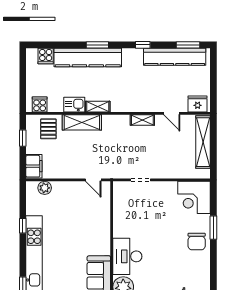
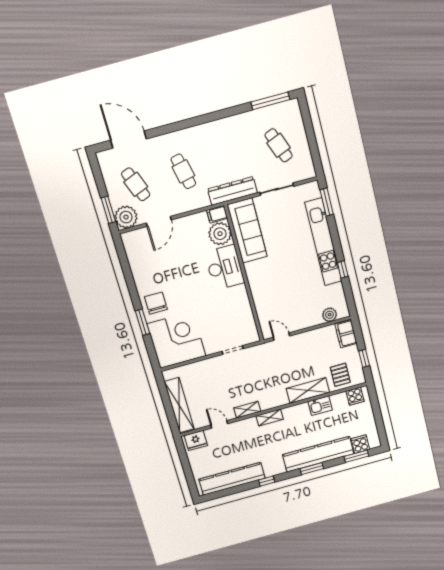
window: (188, 45) -> (356, 456), moved
shelving: (98, 107) -> (270, 417), moved
corner desk: (194, 197) -> (176, 340), width x1.36, depth x1.36

